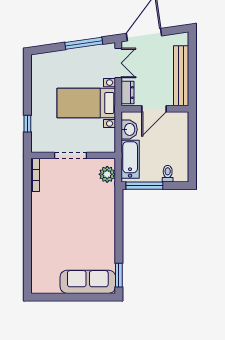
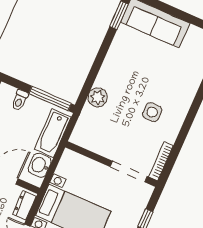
doorway: (71, 155) -> (129, 172), moved
plant: (107, 174) -> (98, 97), moved
side table: (59, 210) -> (152, 112), added

